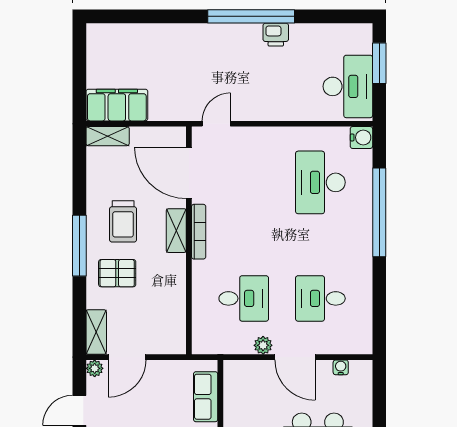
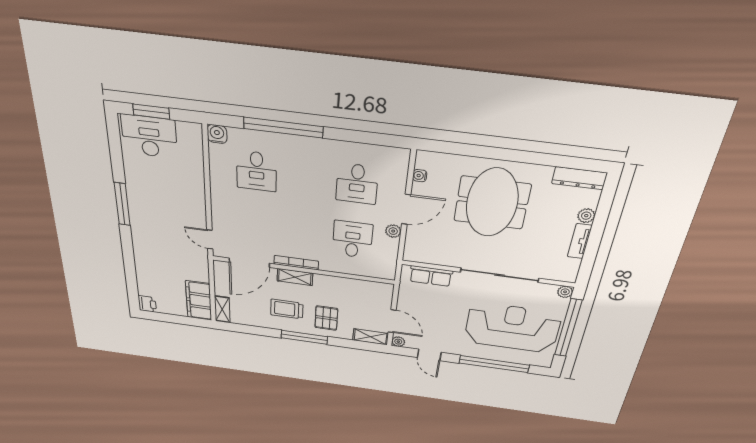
window: (251, 16) -> (122, 204), width x0.68
printer: (276, 35) -> (147, 304), moved
desk: (348, 86) -> (149, 136), moved
desk: (320, 182) -> (257, 171), width x0.73
trolley: (123, 221) -> (287, 309), turned 180

